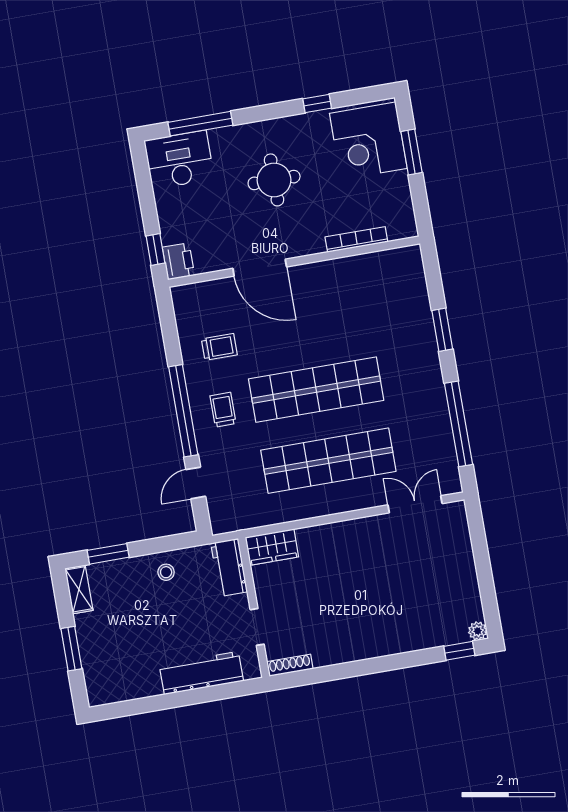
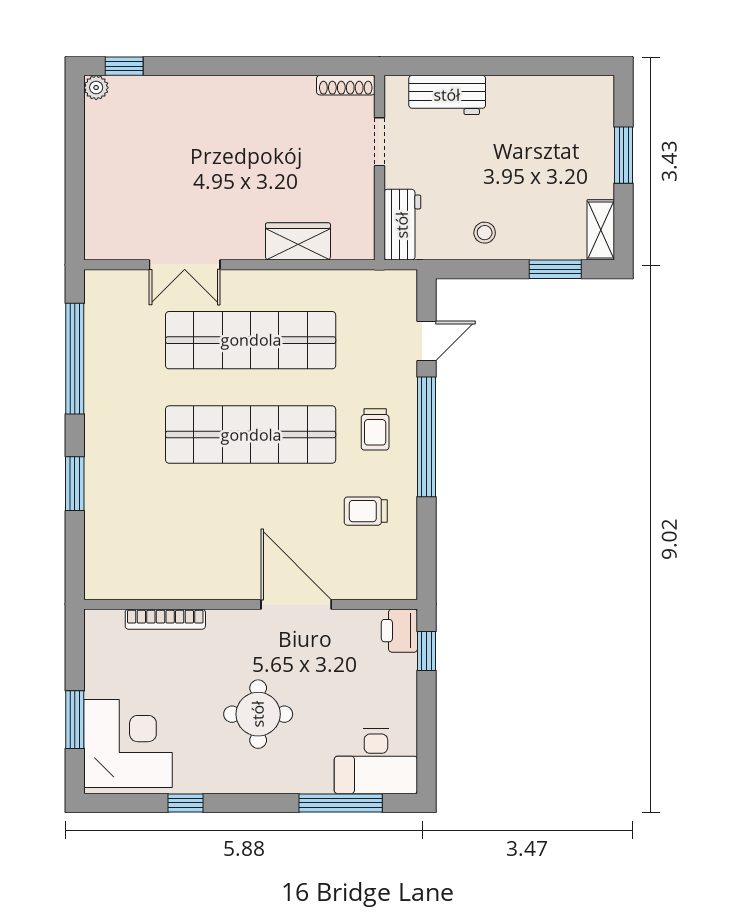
double door: (415, 504) -> (185, 265), moved
wardrobe: (272, 547) -> (298, 241), moved
workbench: (201, 673) -> (447, 95), width x0.73

